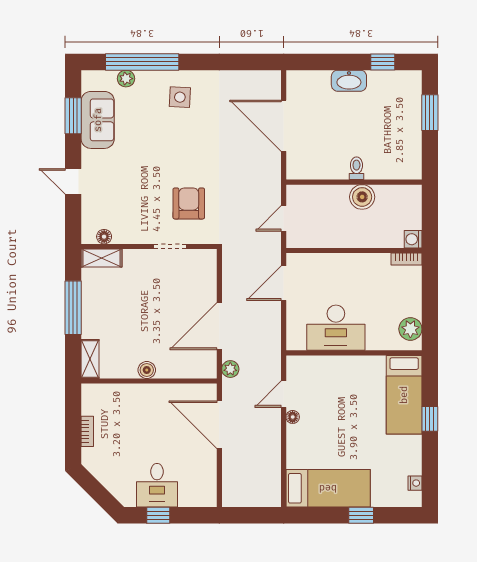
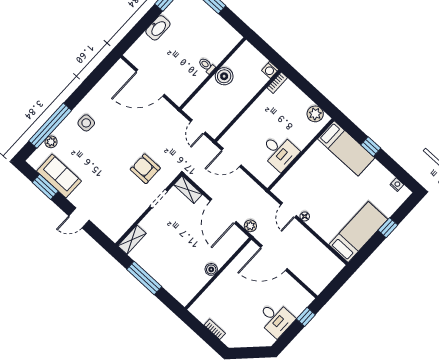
floor lamp: (104, 237) -> (122, 228), removed
door: (284, 283) -> (231, 158), hinge flipped
desk: (336, 328) -> (279, 152), width x0.73
shelving: (90, 359) -> (188, 190), moved
window: (158, 515) -> (306, 317), moved

